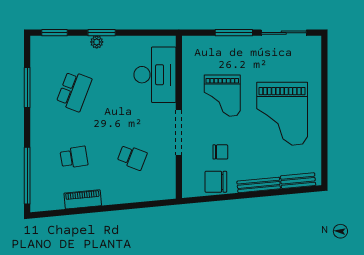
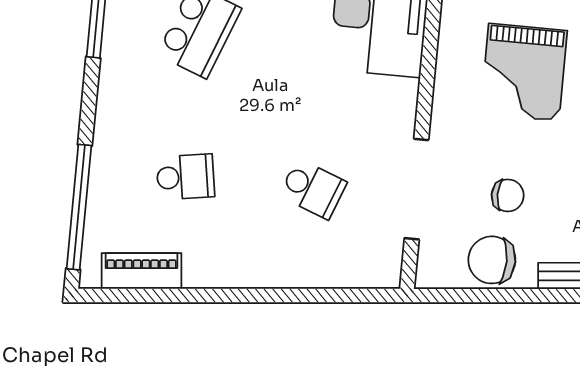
doorway: (179, 132) -> (416, 189), moved
piano: (83, 199) -> (141, 271), moved

